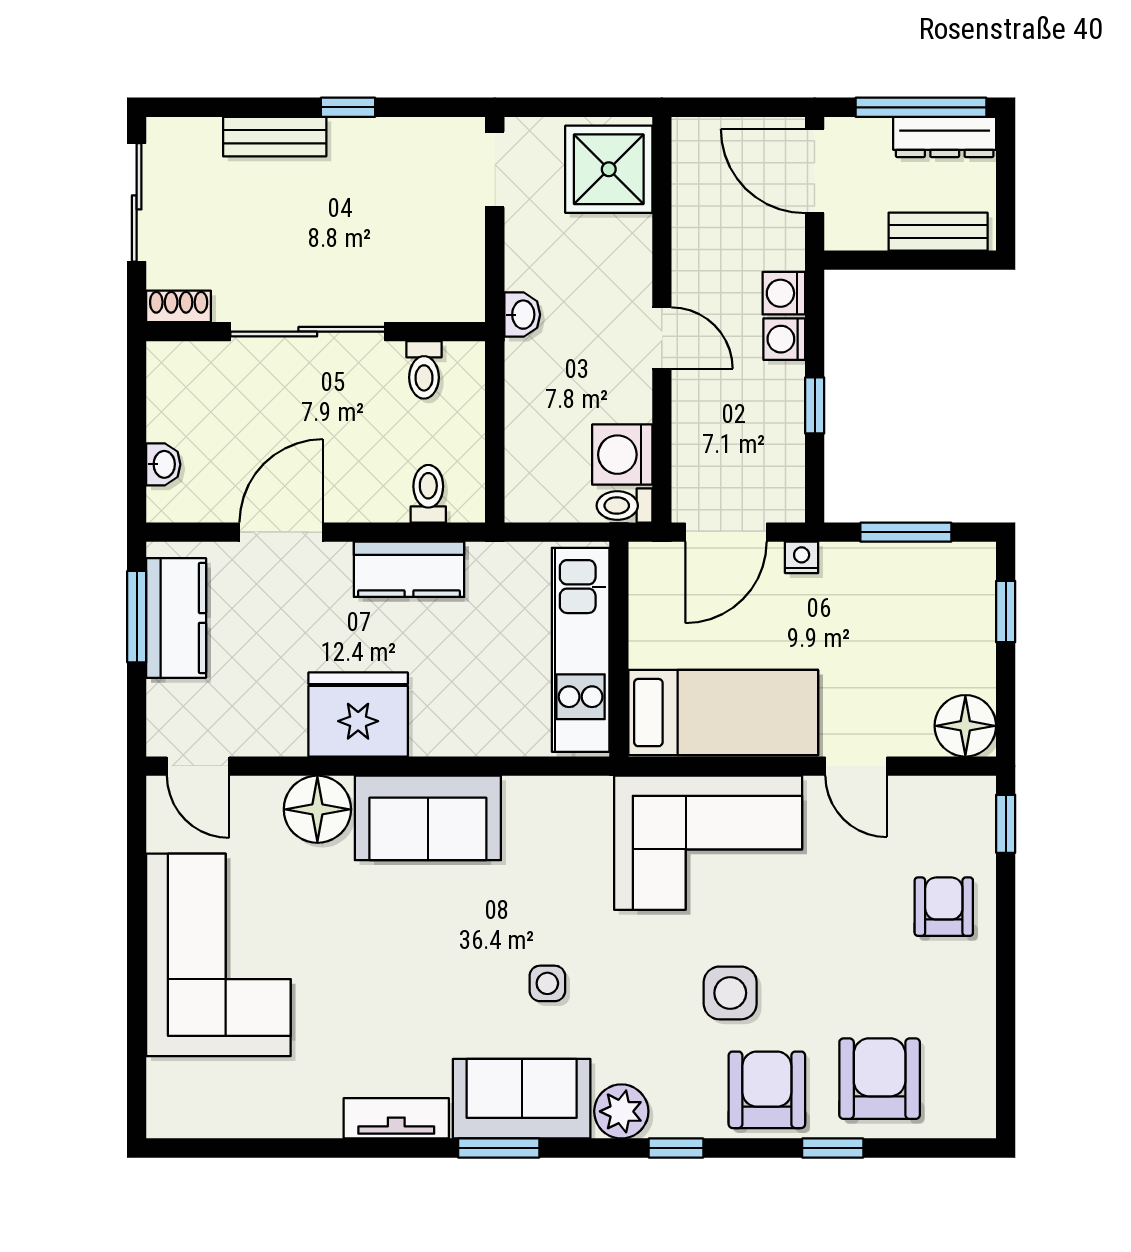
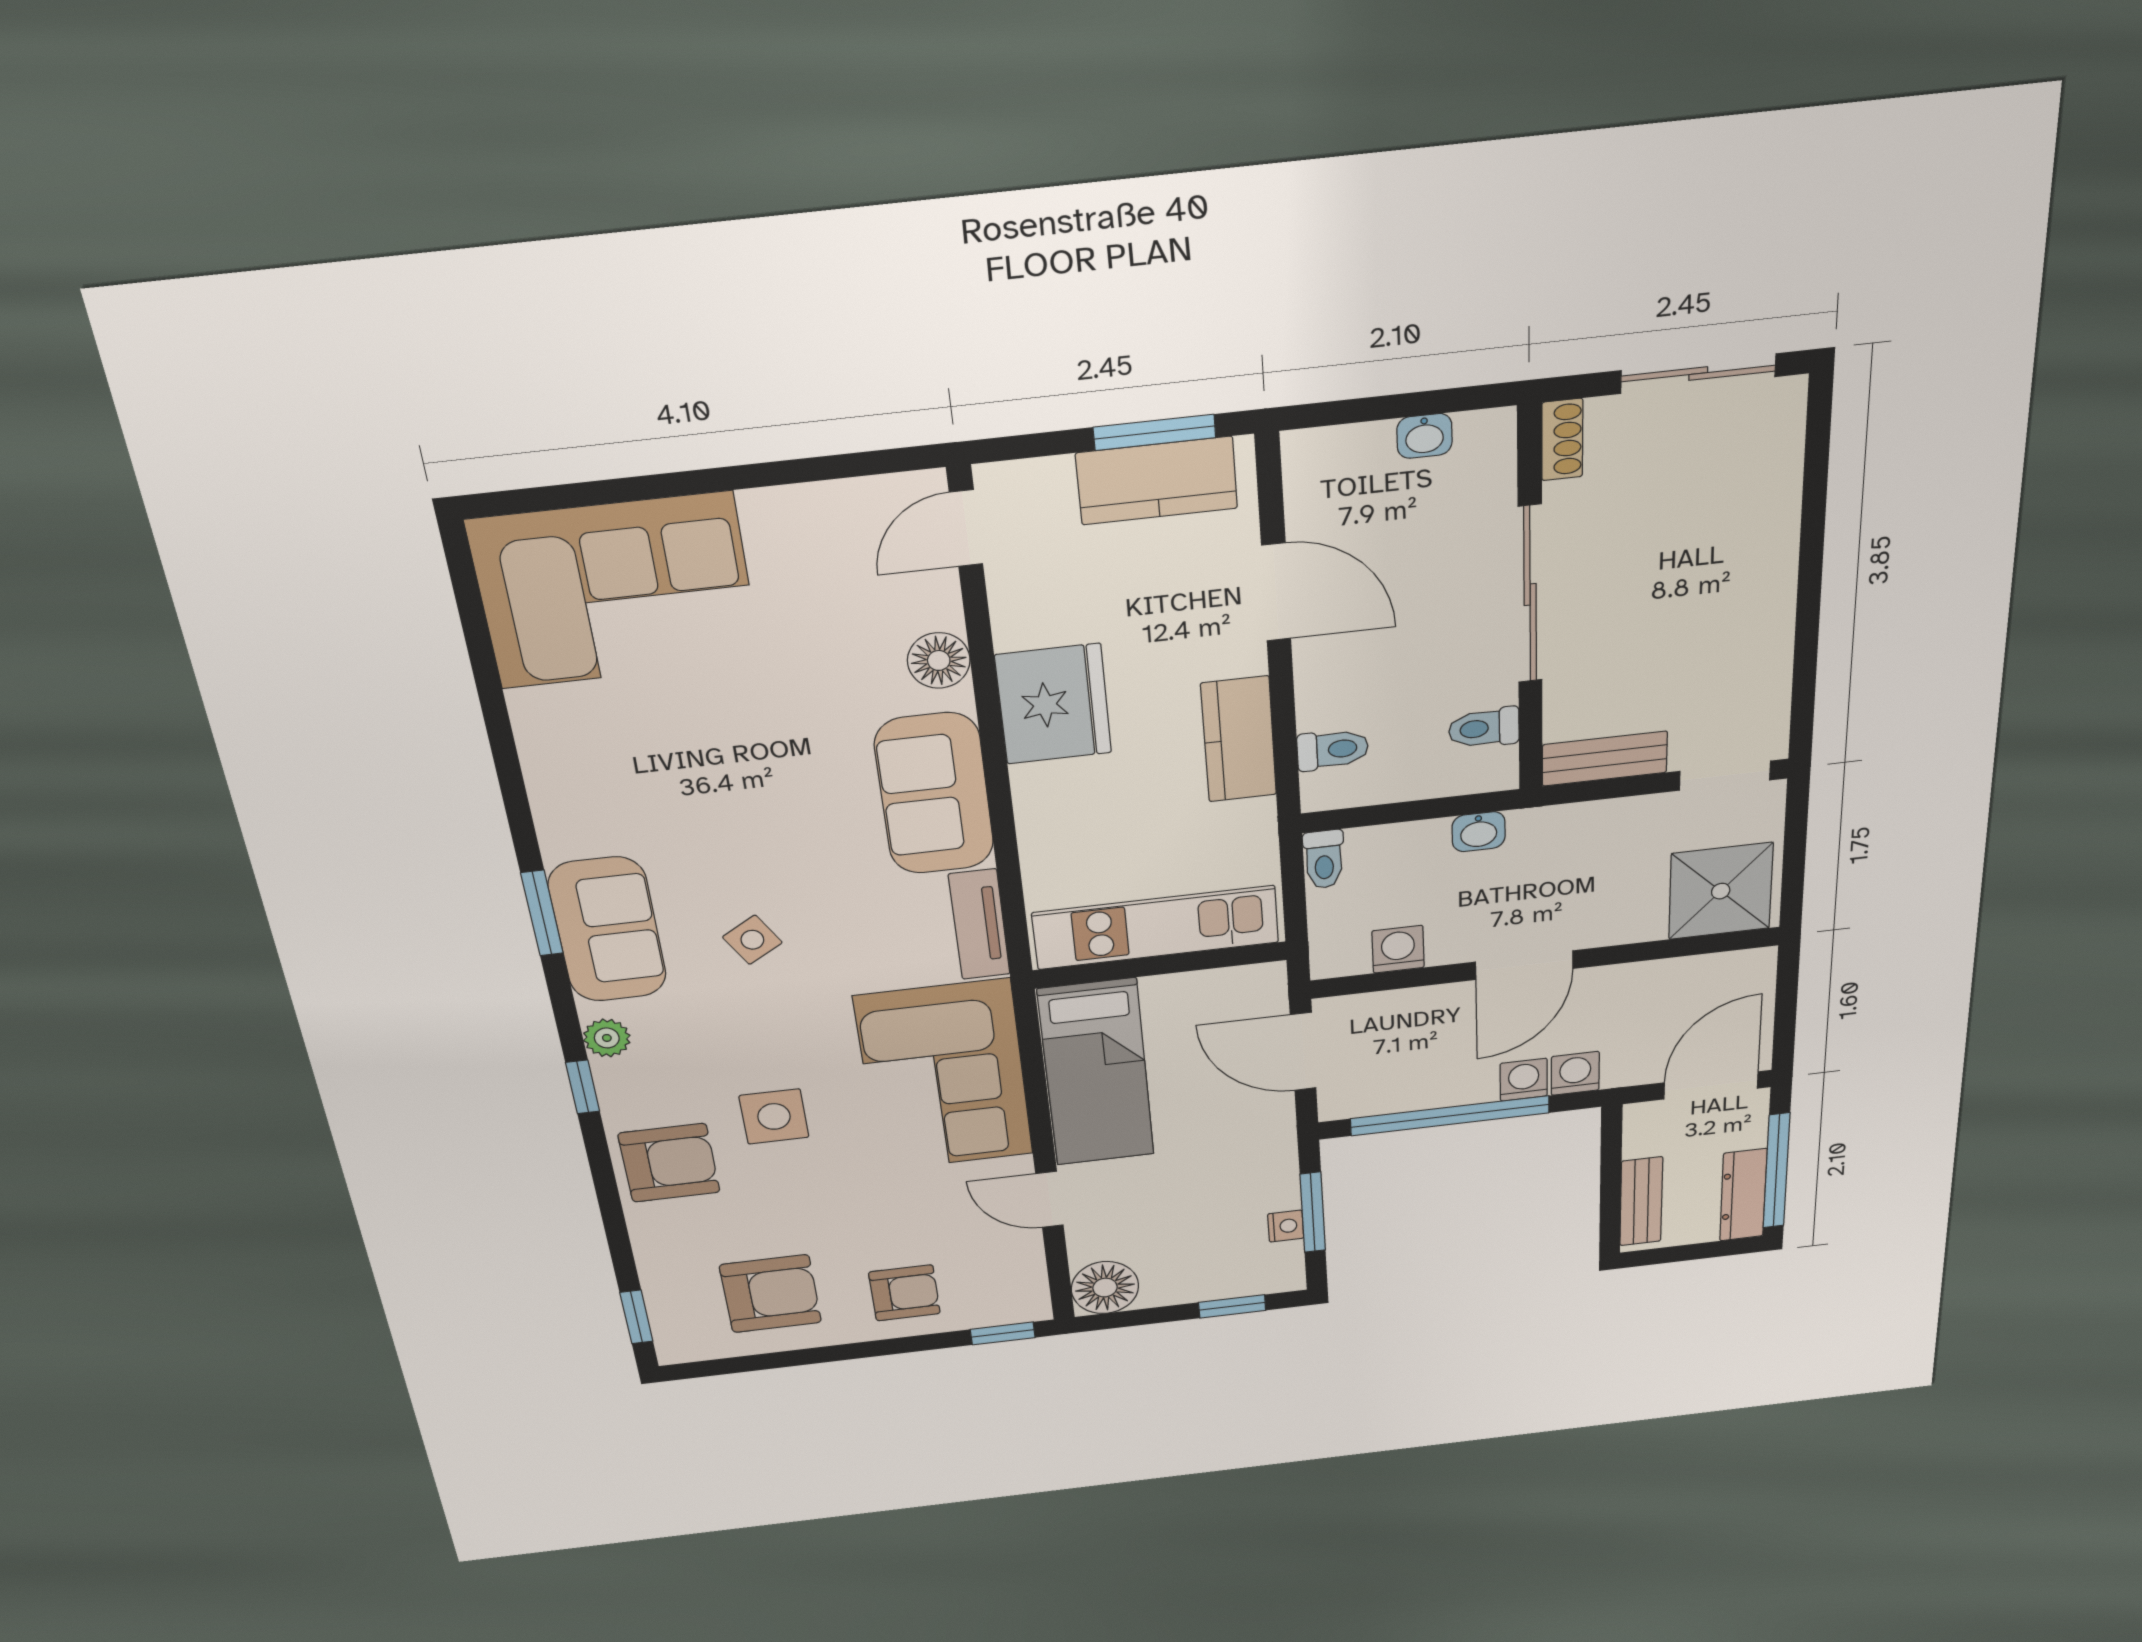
window: (348, 107) -> (1808, 609), removed
bench: (275, 137) -> (1605, 759), moved, turned 90
washbasin: (522, 315) -> (1479, 832), moved
door: (662, 338) -> (1524, 965), width x1.38
window: (815, 405) -> (1450, 1116), width x3.17
washing machine: (622, 455) -> (1398, 949), width x0.73, depth x0.73
washbasin: (163, 464) -> (1424, 436), moved
toilet: (624, 506) -> (1324, 859), moved, turned 180
nightstand: (802, 557) -> (1286, 1226), moved
door: (856, 766) -> (1049, 1199), hinge flipped
floor lamp: (317, 809) -> (939, 660), width x0.73, depth x0.73
corner sofa: (218, 955) -> (616, 591), moved
side table: (547, 983) -> (752, 940), turned -31
armchair: (880, 1079) -> (771, 1294), moved
plant: (621, 1111) -> (607, 1038), width x0.73, depth x0.73
tv unit: (396, 1118) -> (979, 924), moved, turned 180
window: (833, 1148) -> (636, 1317), moved

